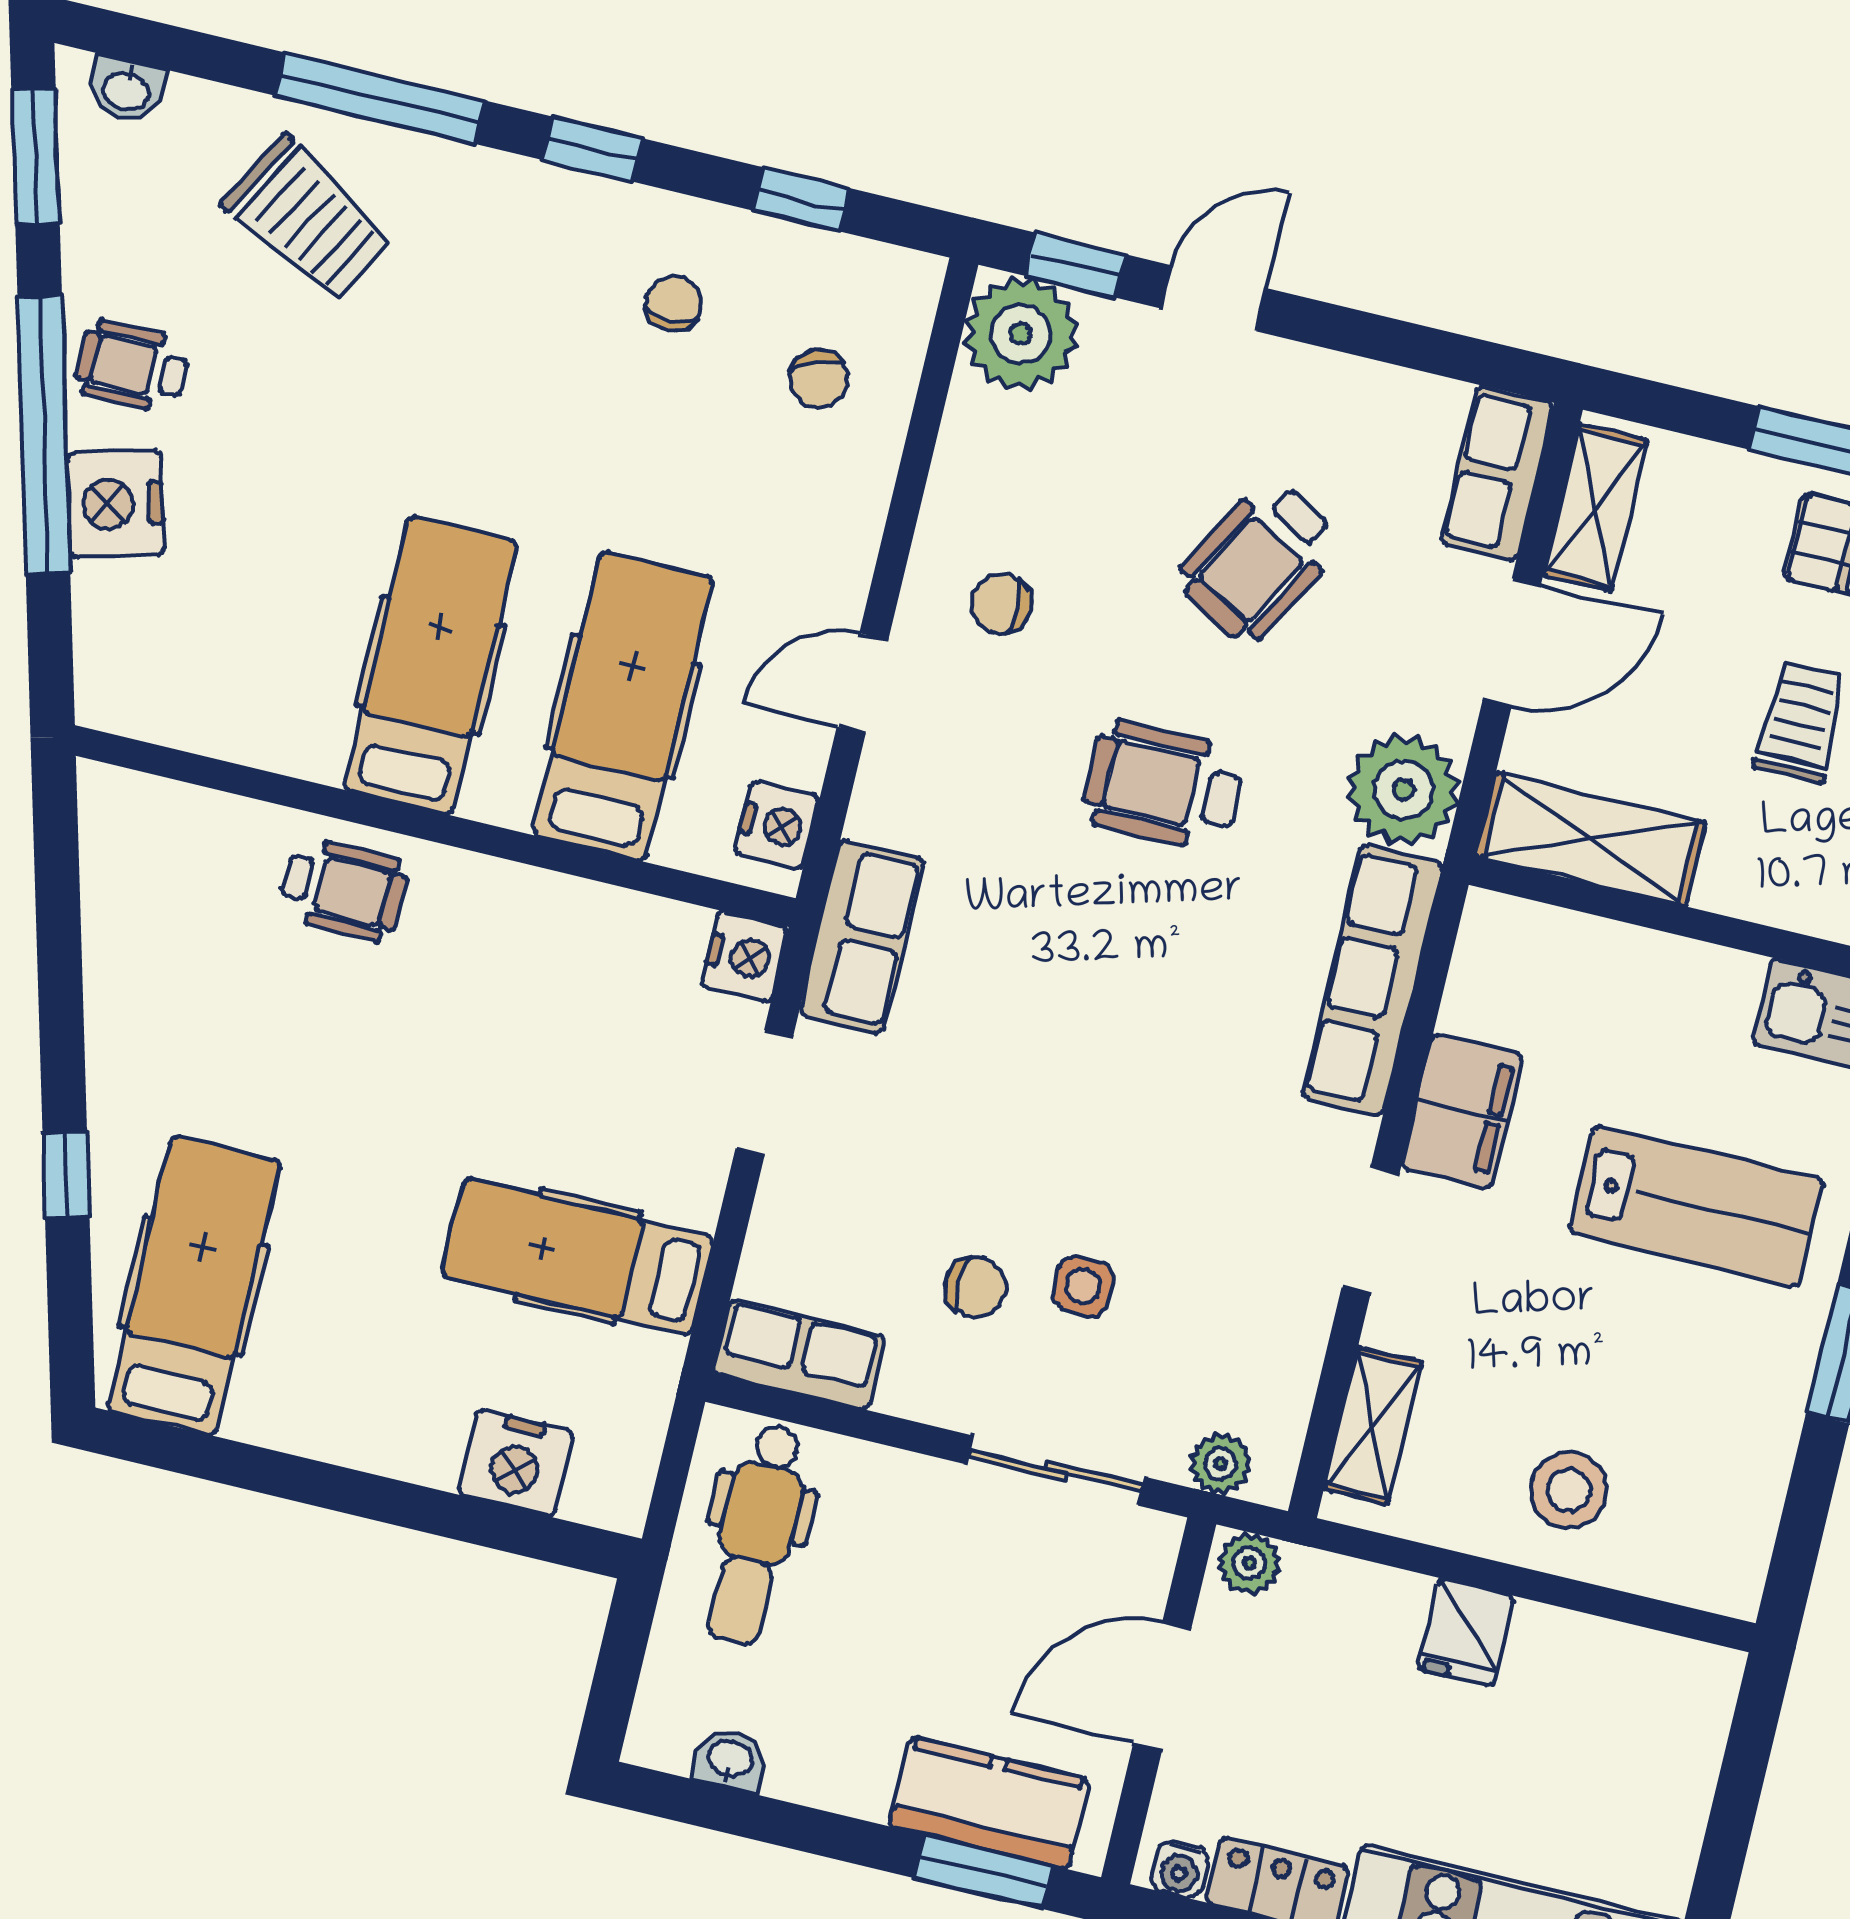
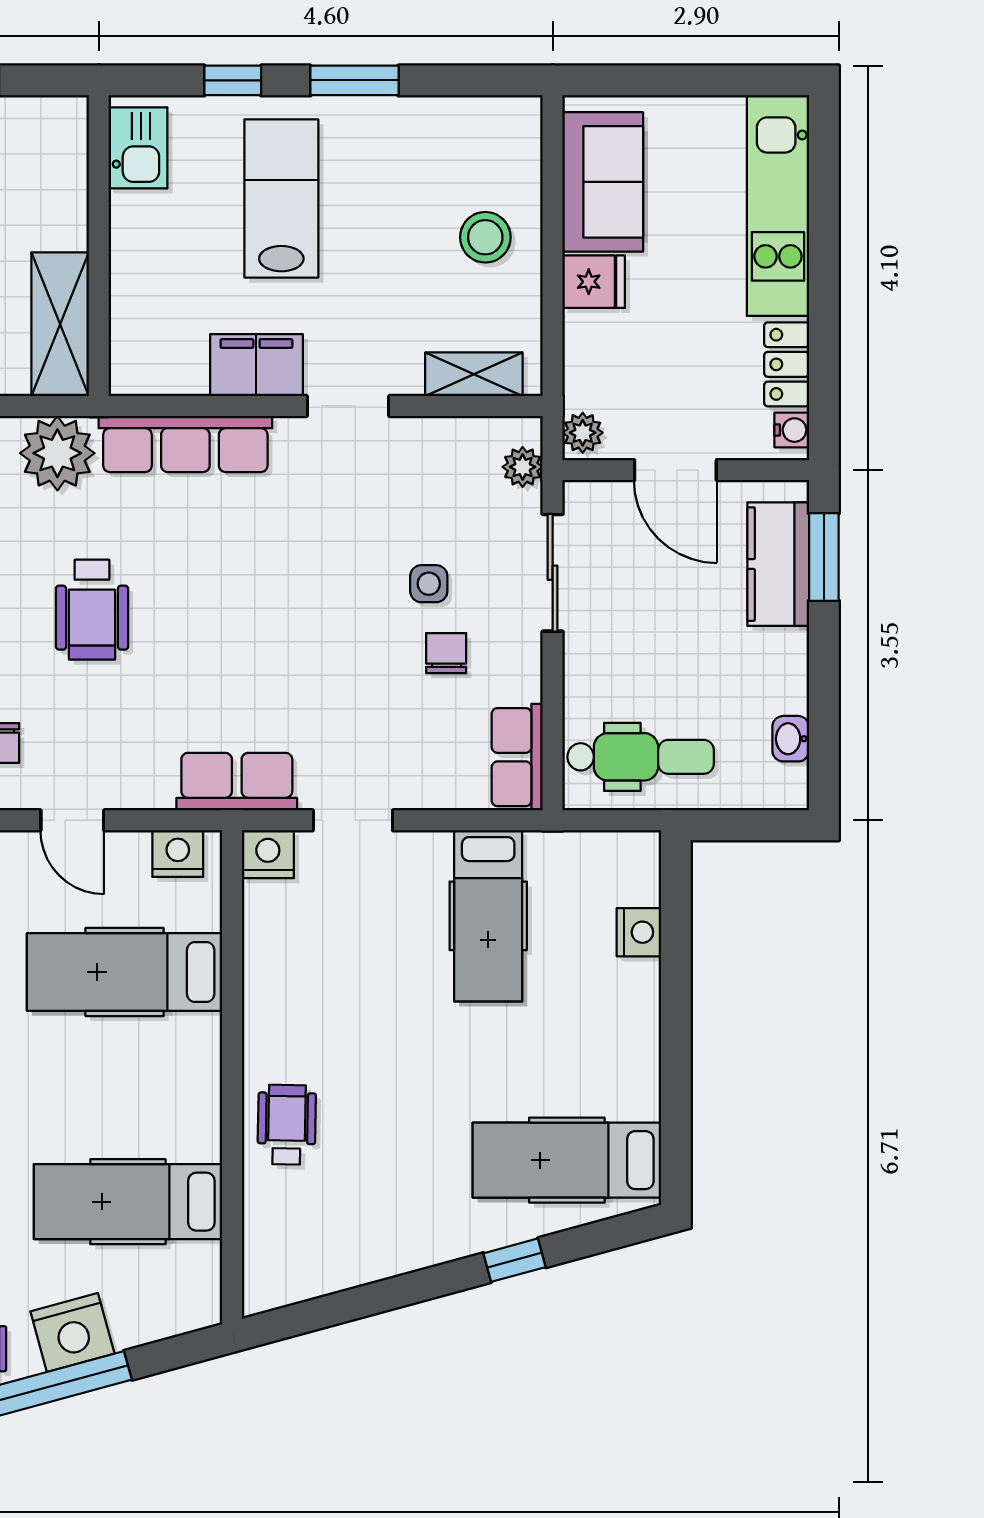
hospital bed: (431, 665) -> (128, 1202), moved
nightstand: (516, 1463) -> (639, 932), width x0.74, depth x0.75
sofa: (1608, 1681) -> (603, 182), added

